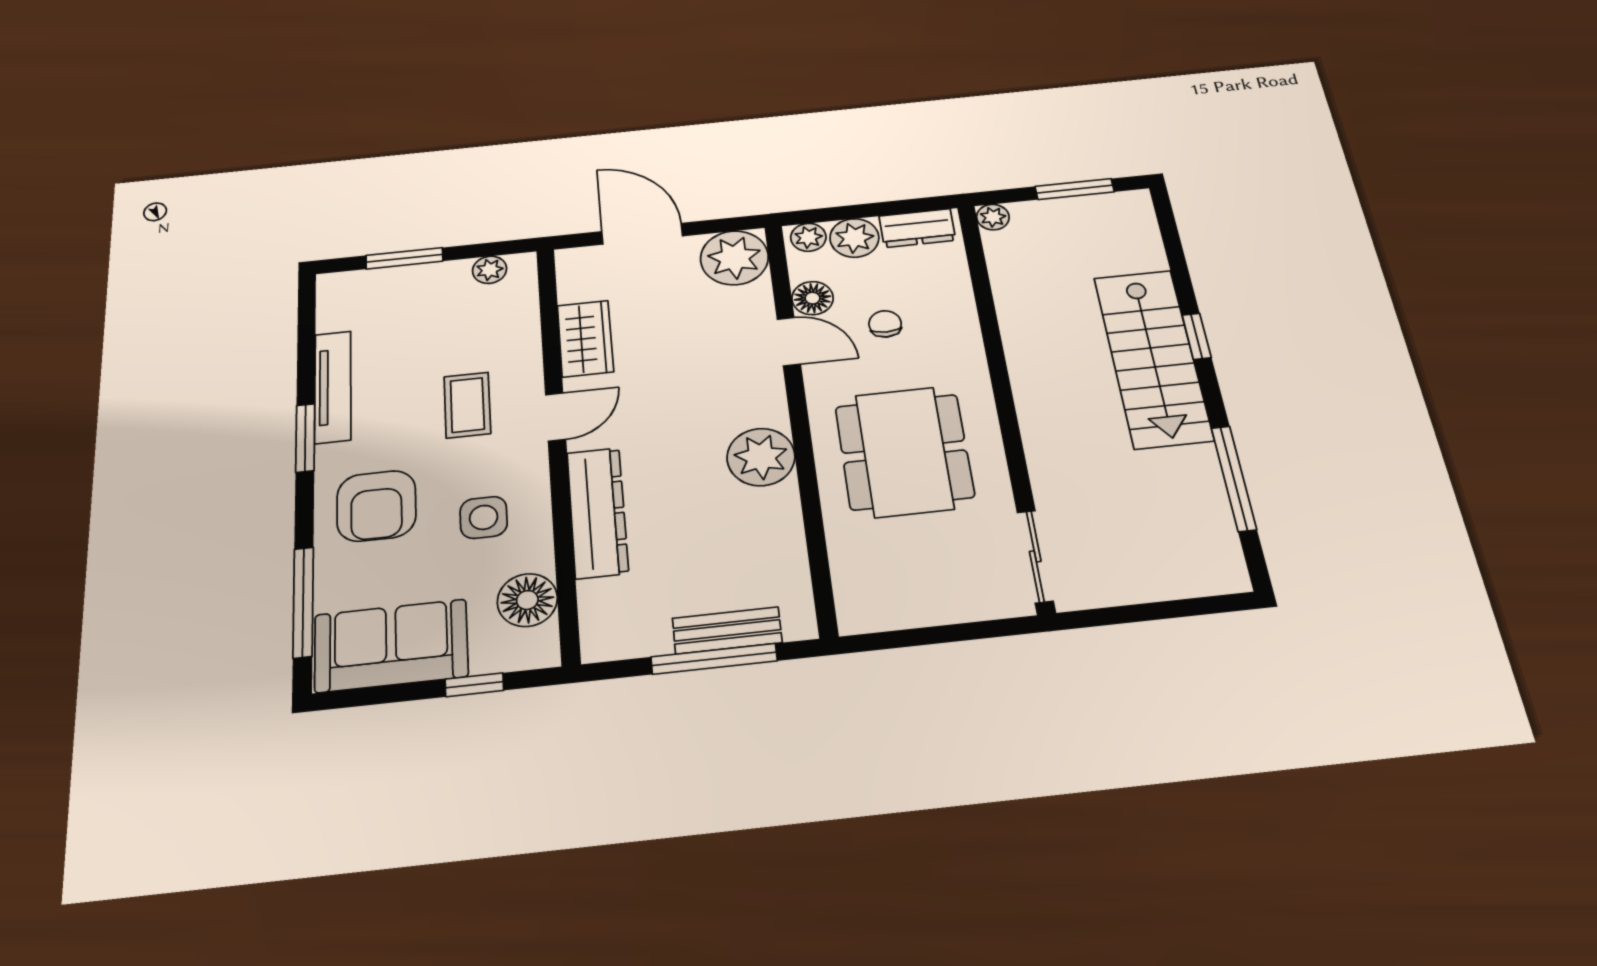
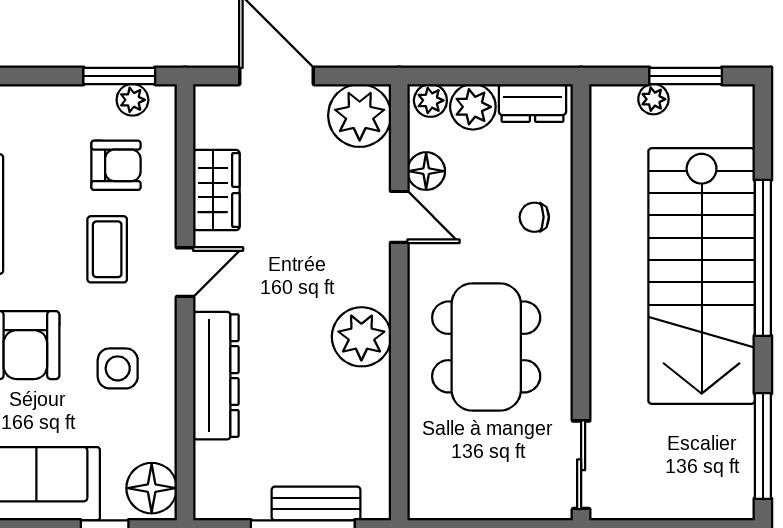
plant: (993, 217) -> (653, 99), moved
window: (404, 258) -> (119, 76), moved
chair: (885, 324) -> (534, 217), moved, turned -90
armchair: (474, 328) -> (116, 165), added
window: (1197, 336) -> (763, 258), width x3.17
stairs: (1153, 358) -> (702, 276), width x1.36, depth x1.51
window: (1234, 478) -> (763, 446), moved
floor lamp: (527, 600) -> (152, 488), moved

